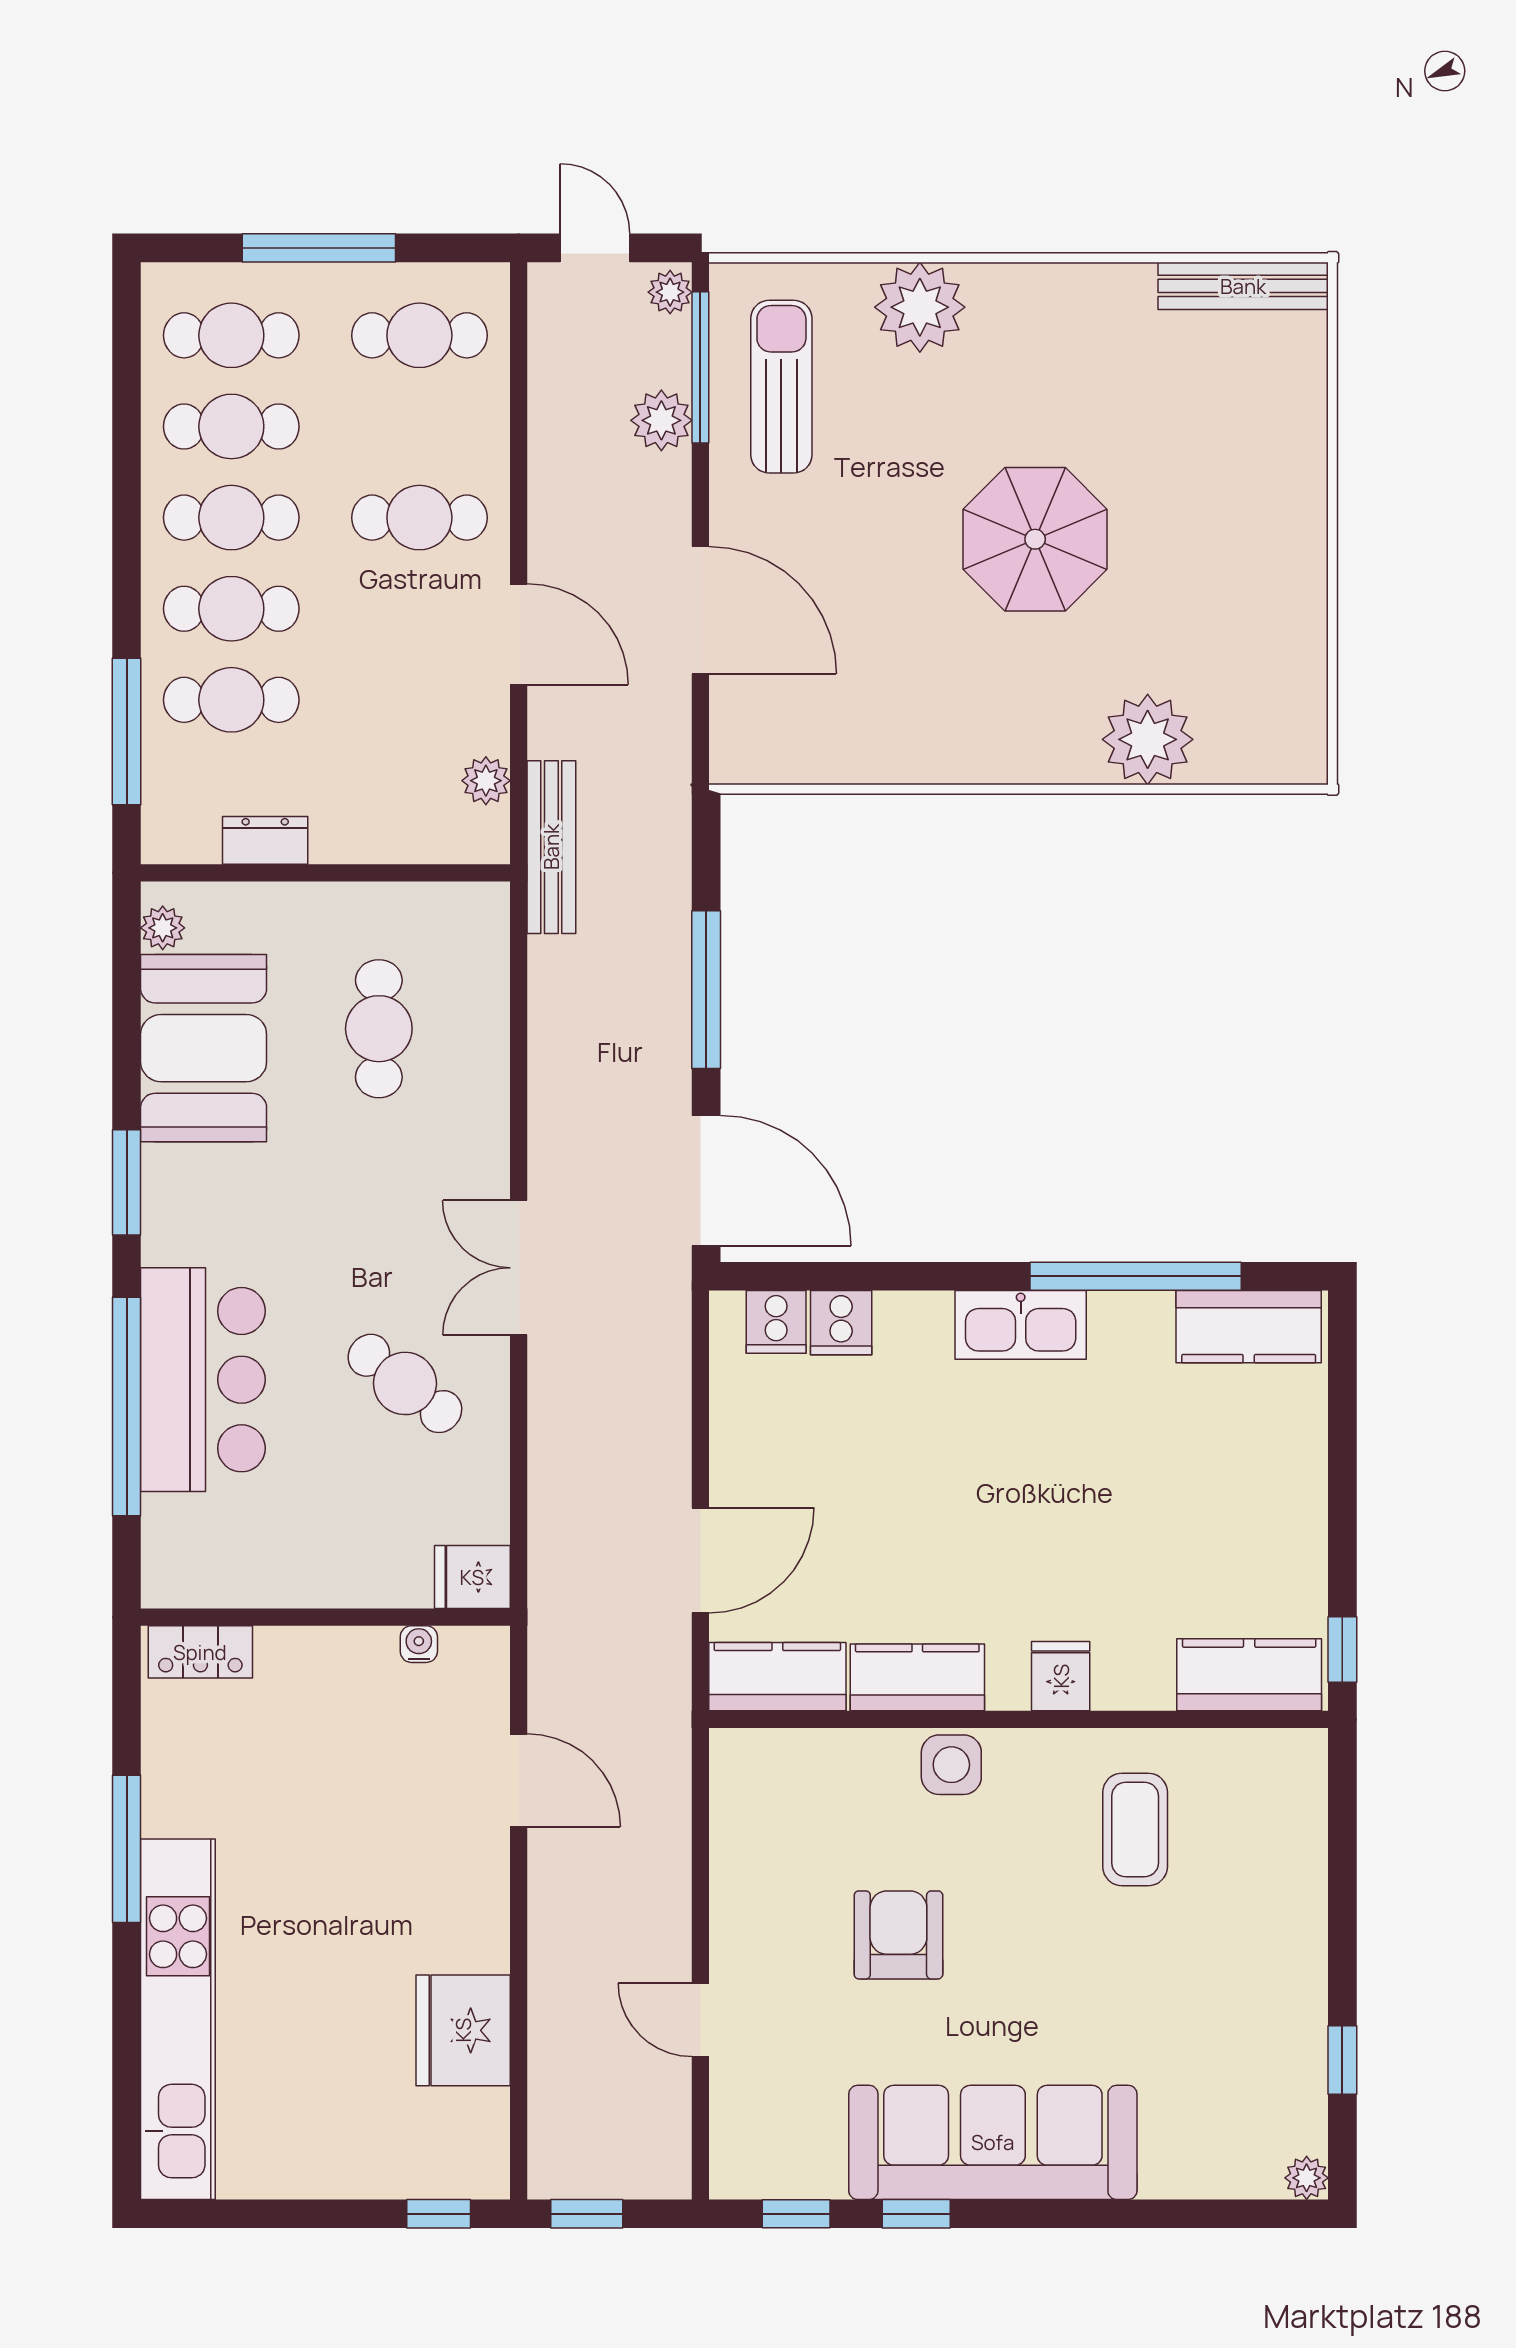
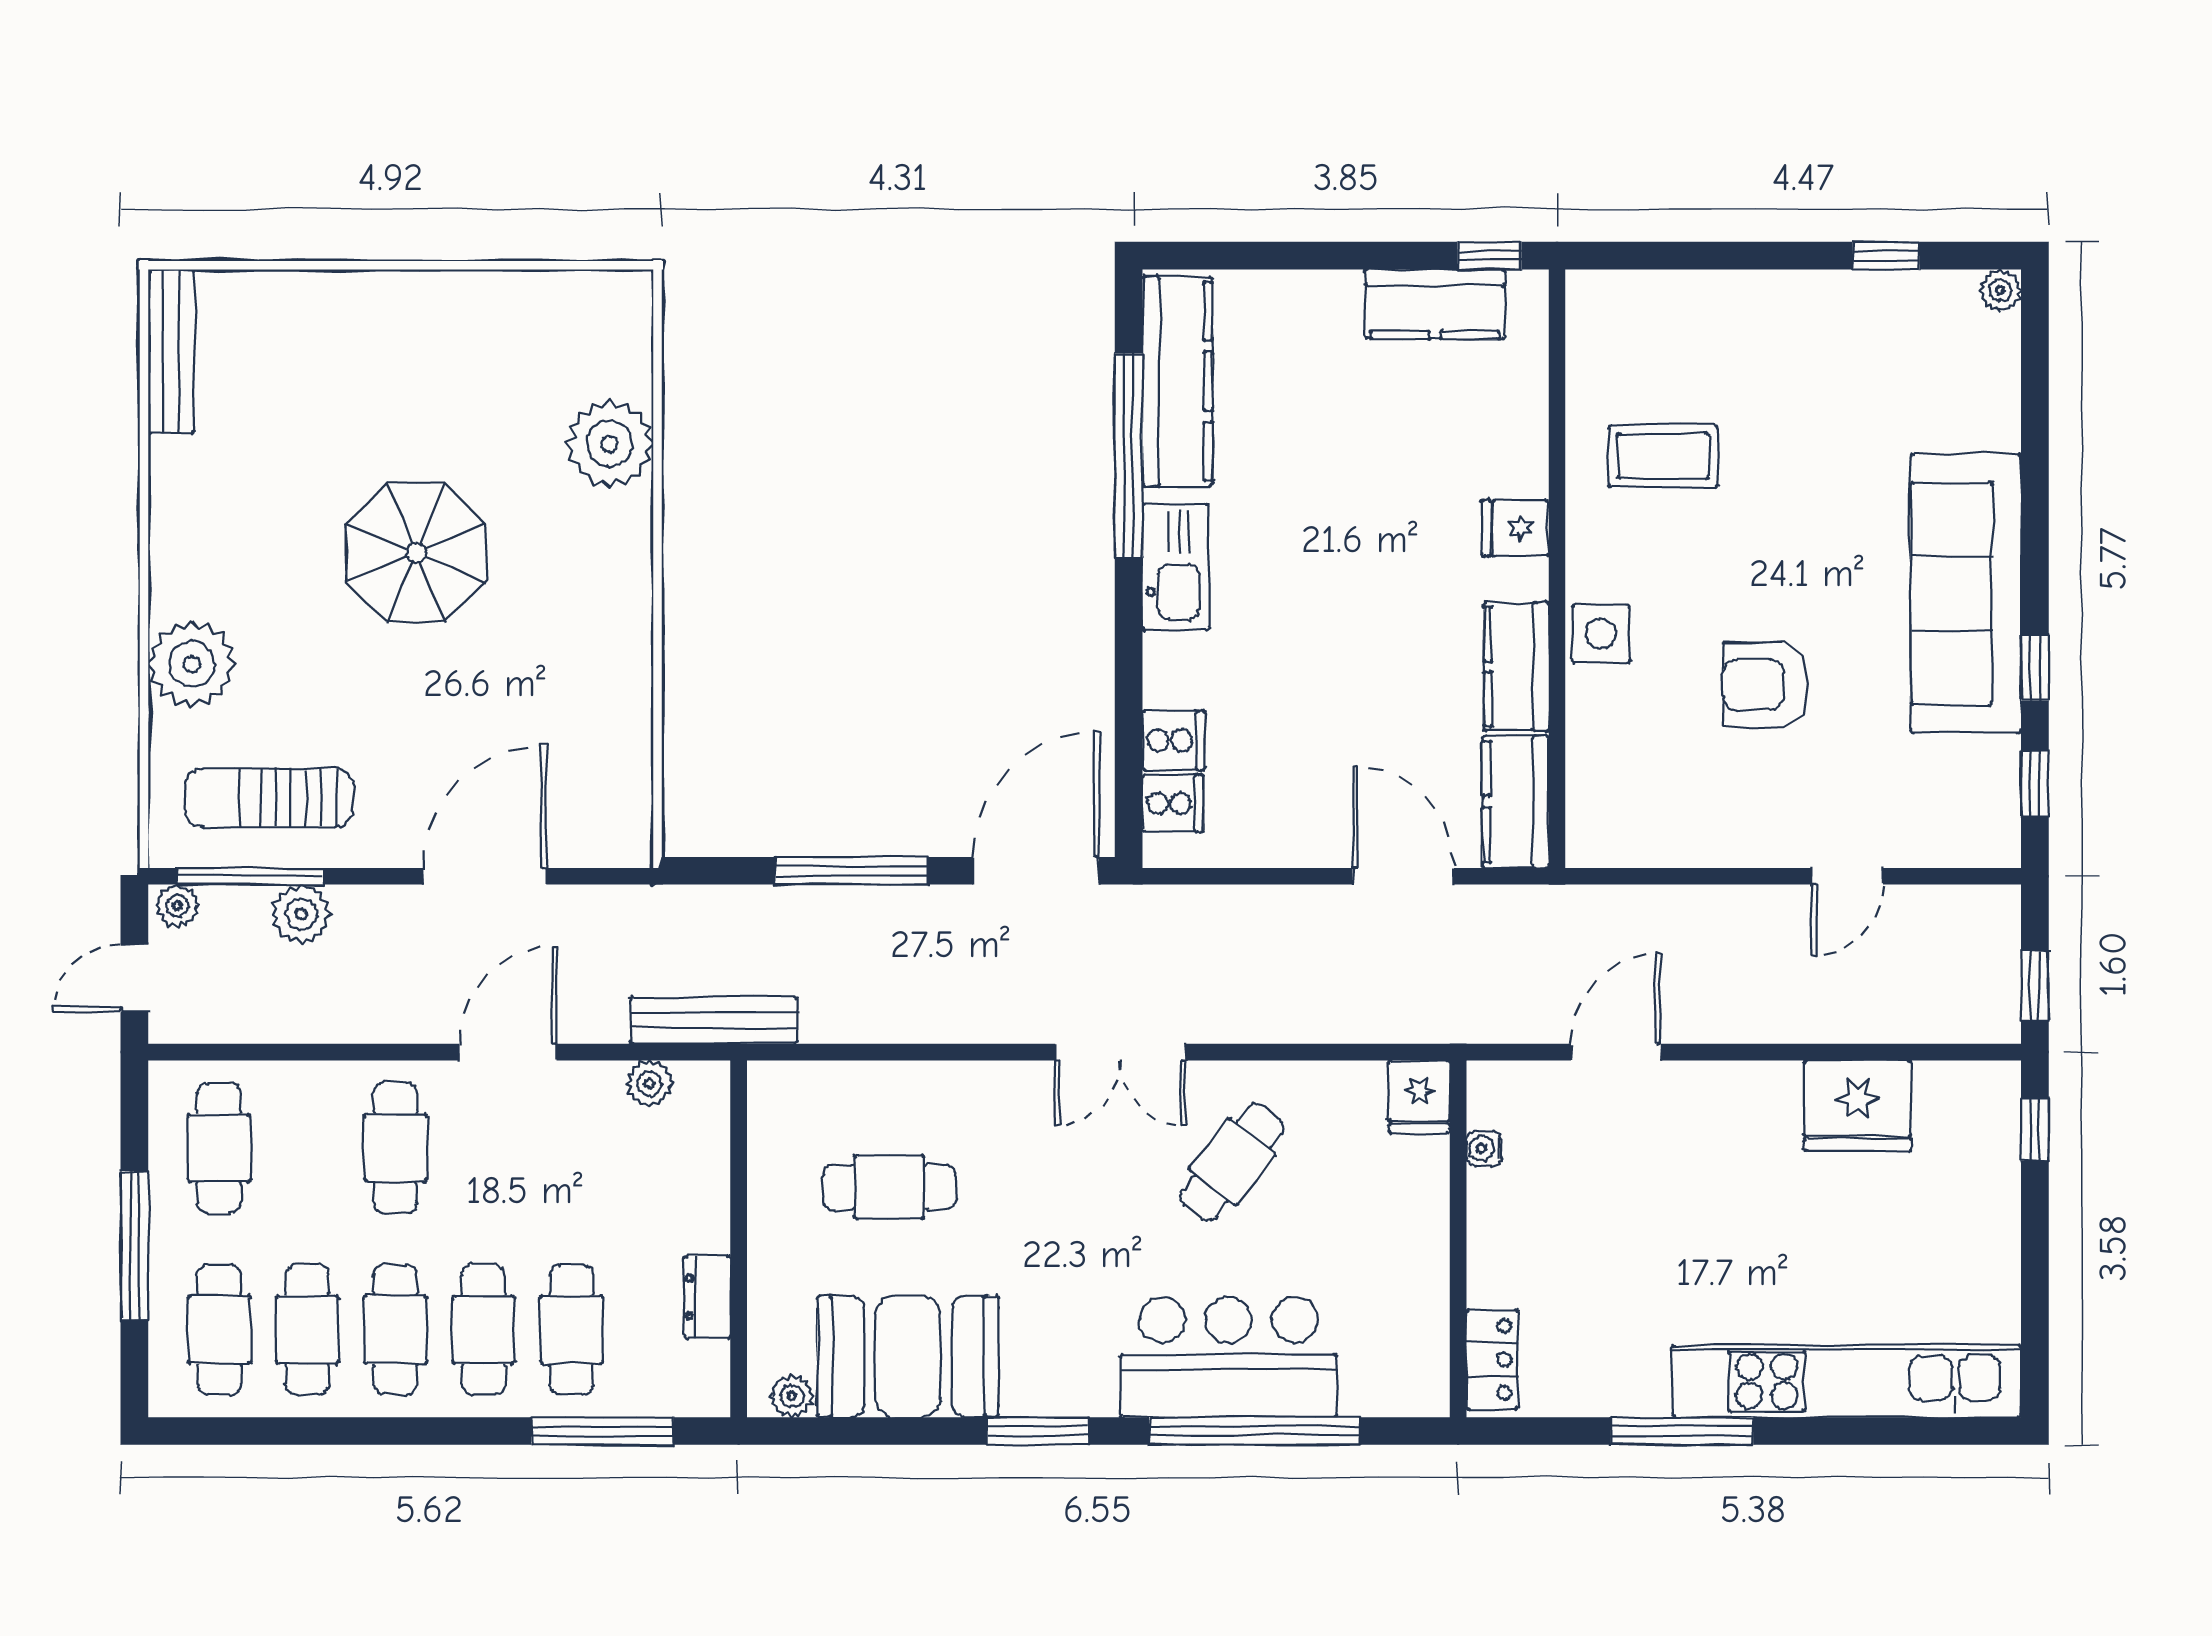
kitchen counter: (1249, 1327) -> (1177, 381), width x1.50
kitchen counter: (1249, 1675) -> (1435, 304), moved, turned -90

